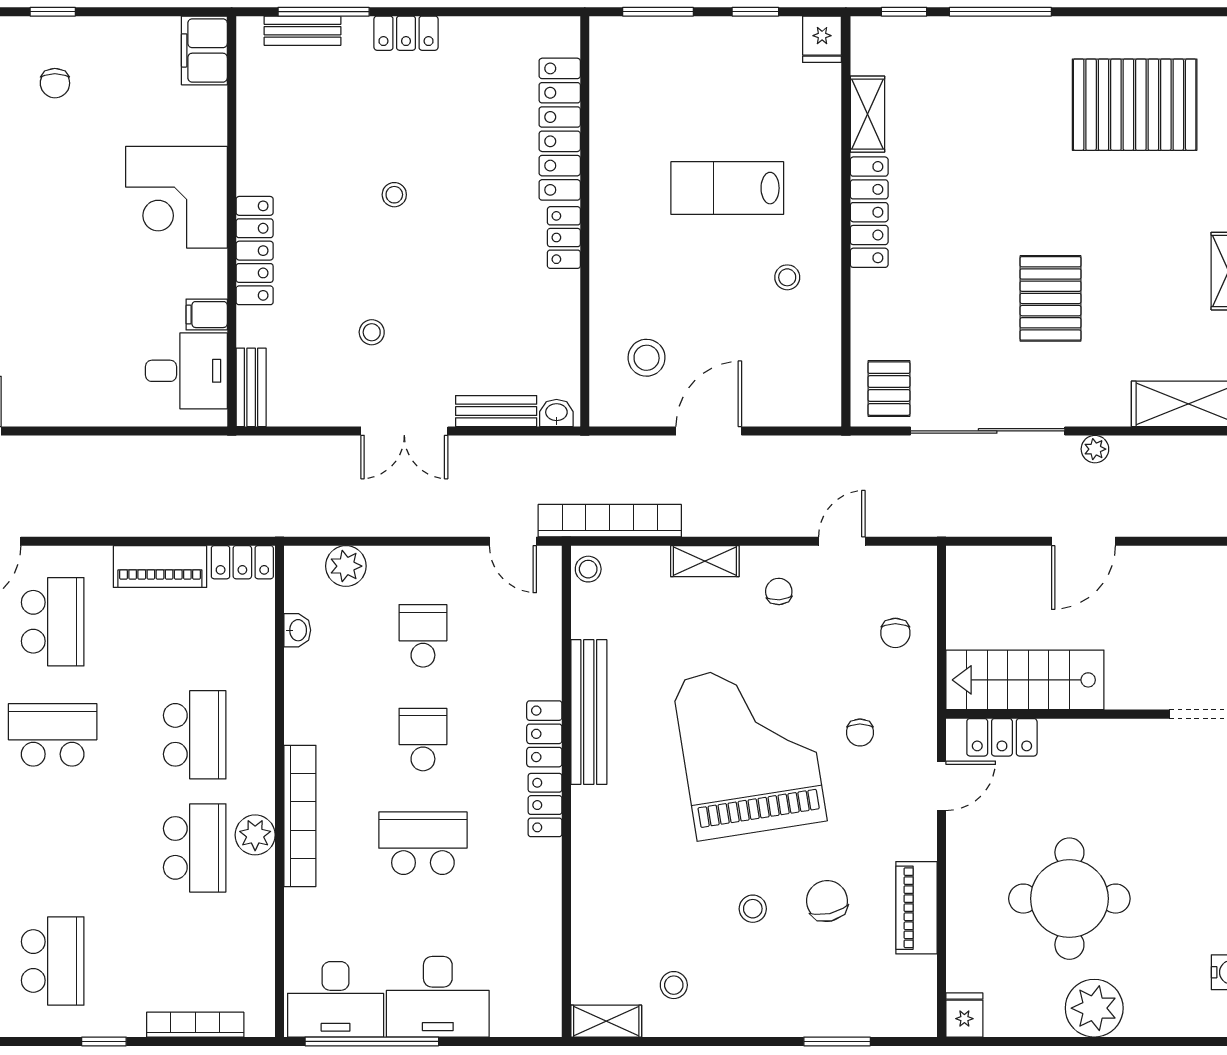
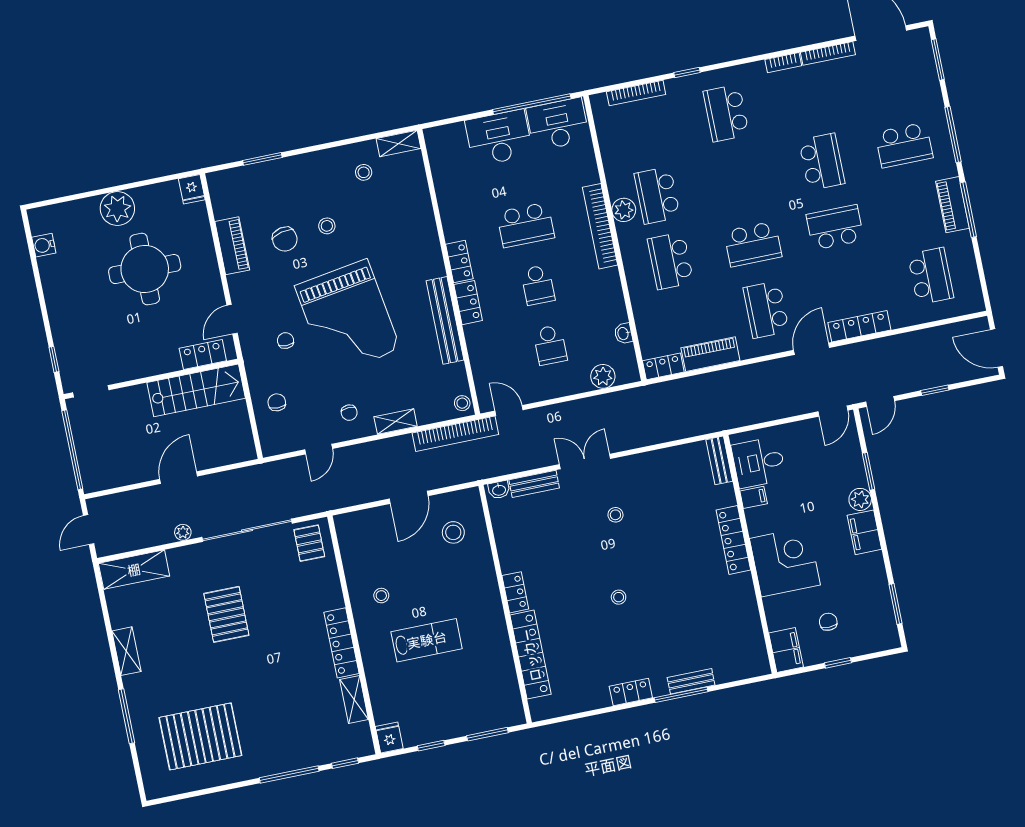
filing cabinet: (204, 50) -> (786, 650), moved
corner desk: (176, 197) -> (785, 562), moved
wall: (232, 221) -> (750, 554), moved
locker: (255, 251) -> (733, 540), moved
filing cabinet: (207, 315) -> (754, 497), moved
desk: (186, 371) -> (759, 462), moved
bench: (251, 387) -> (719, 460), moved

